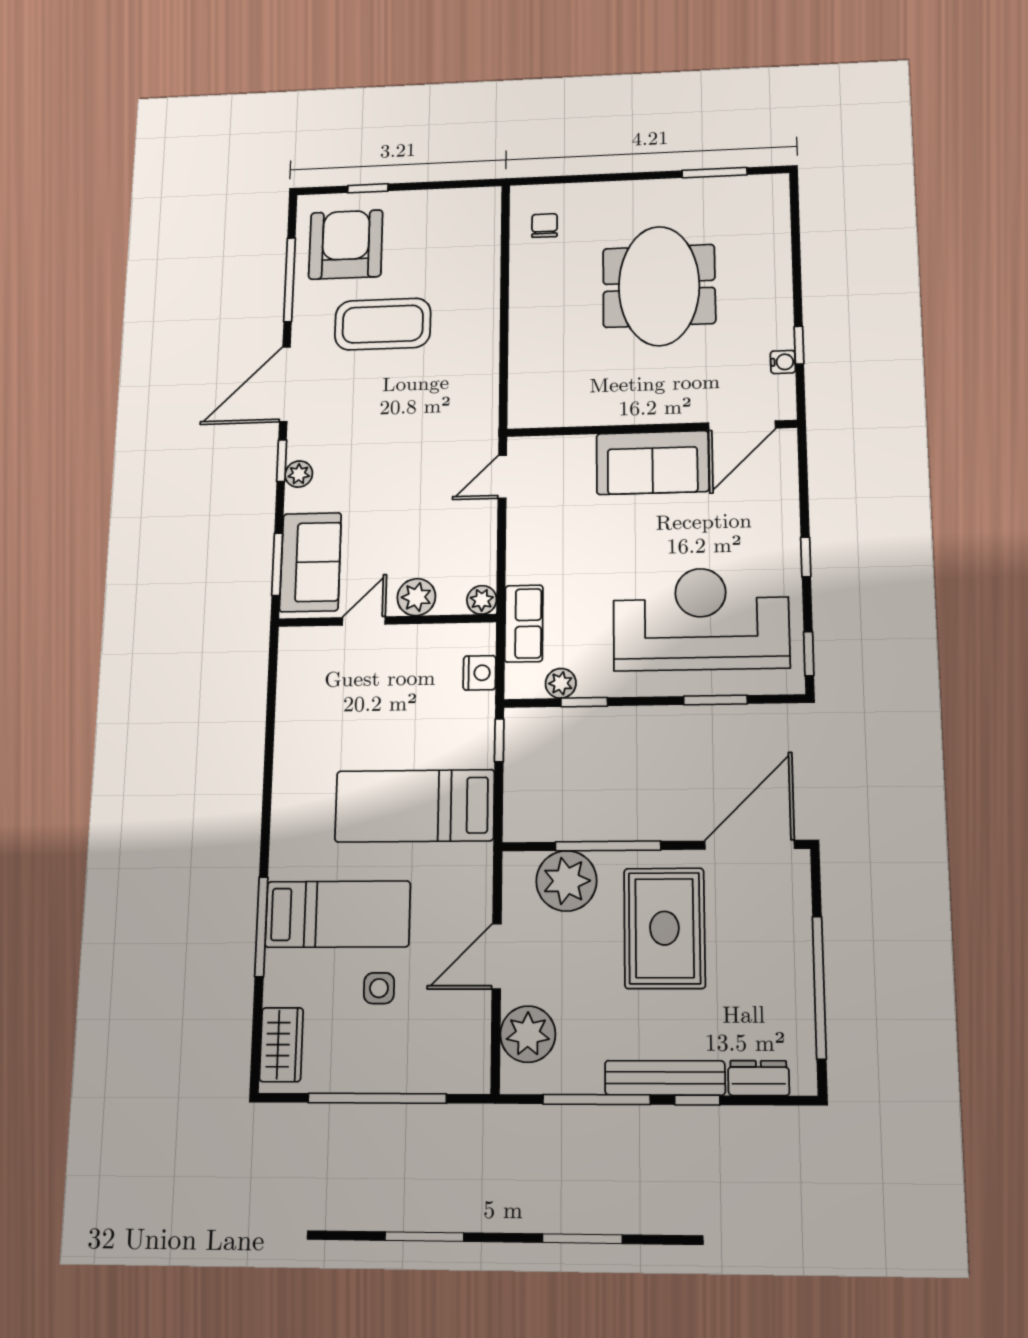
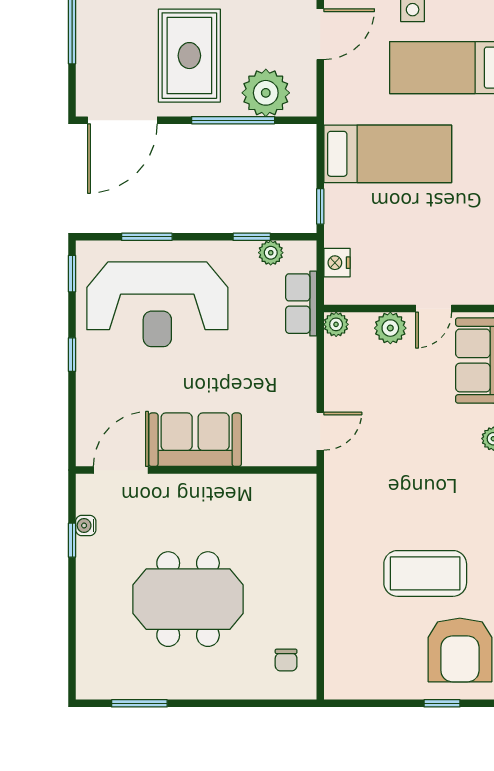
meeting table: (659, 286) -> (188, 599), turned 90

